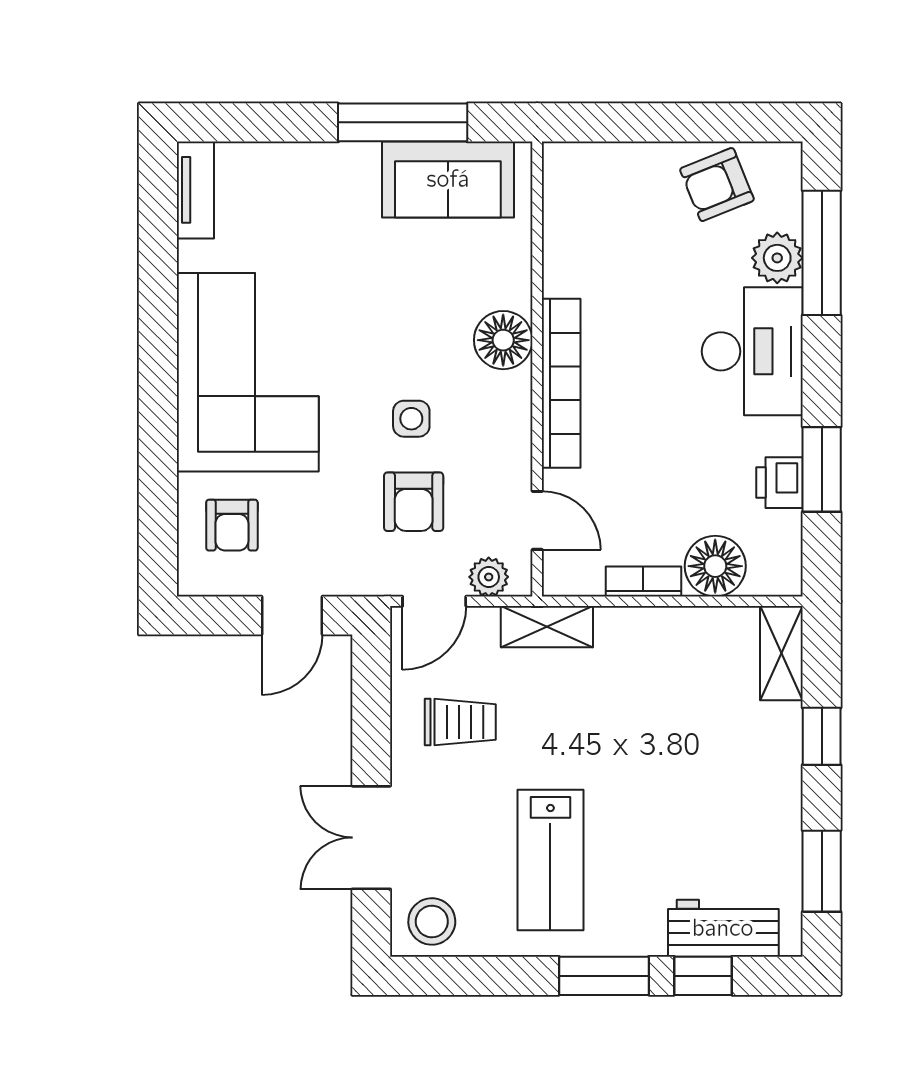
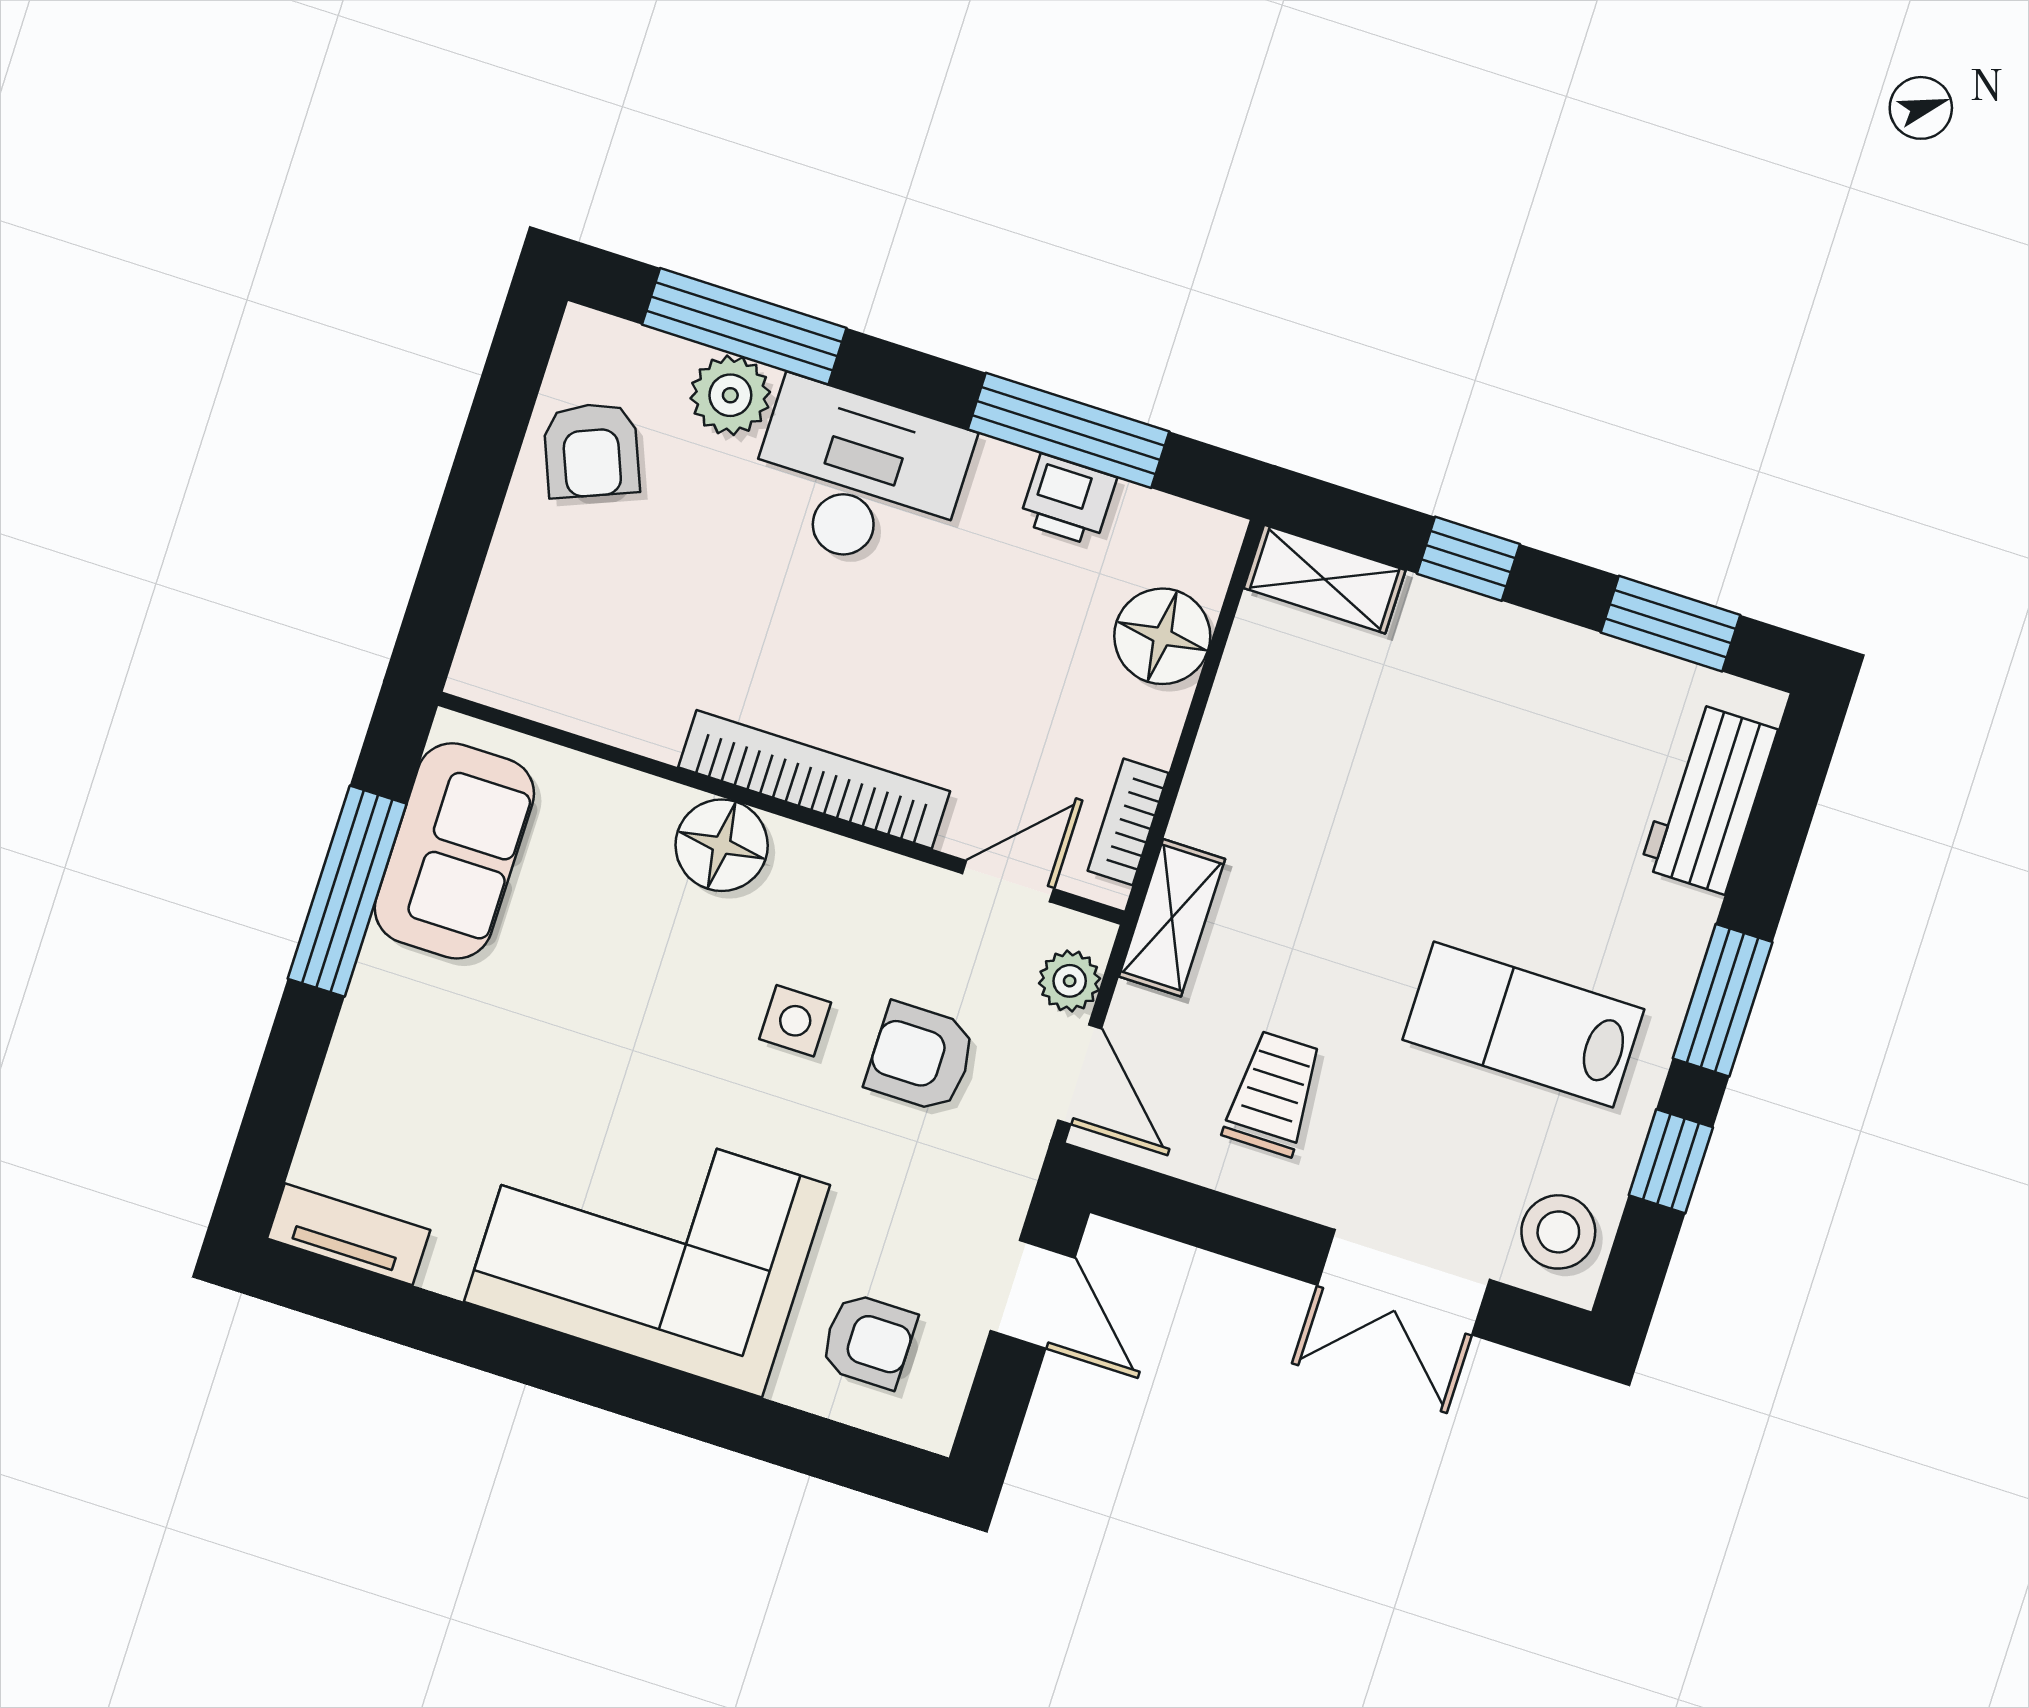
window: (822, 469) -> (1068, 430), width x1.44
armchair: (414, 502) -> (921, 1057), turned 180
bookcase: (643, 581) -> (1128, 822), moved
lab bench: (550, 860) -> (1523, 1025), turned 180
window: (703, 976) -> (1671, 1161), moved

